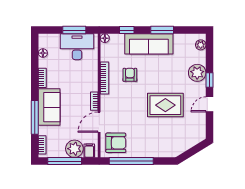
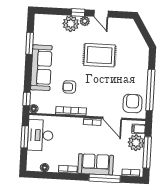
window: (127, 30) -> (27, 99), moved
window: (162, 30) -> (30, 43), moved
plant: (201, 45) -> (85, 21), moved
rug: (165, 105) -> (100, 55), turned 90

